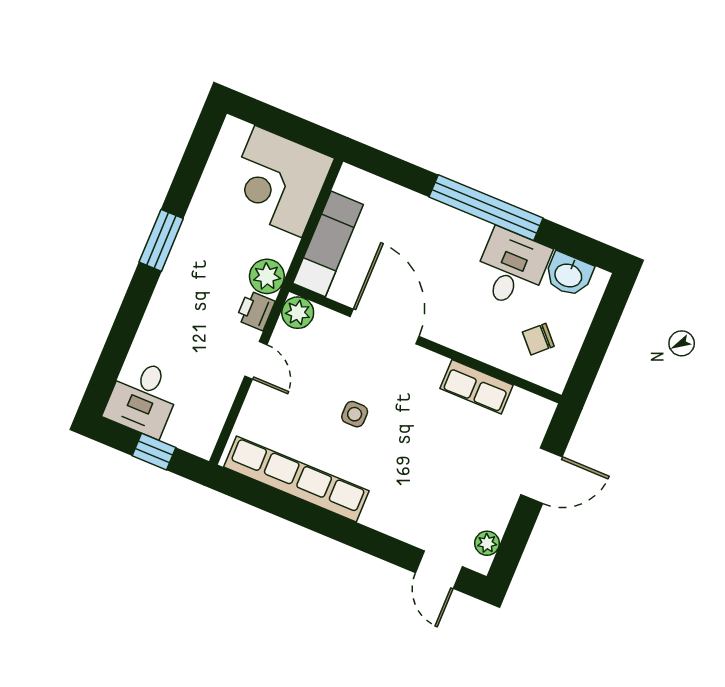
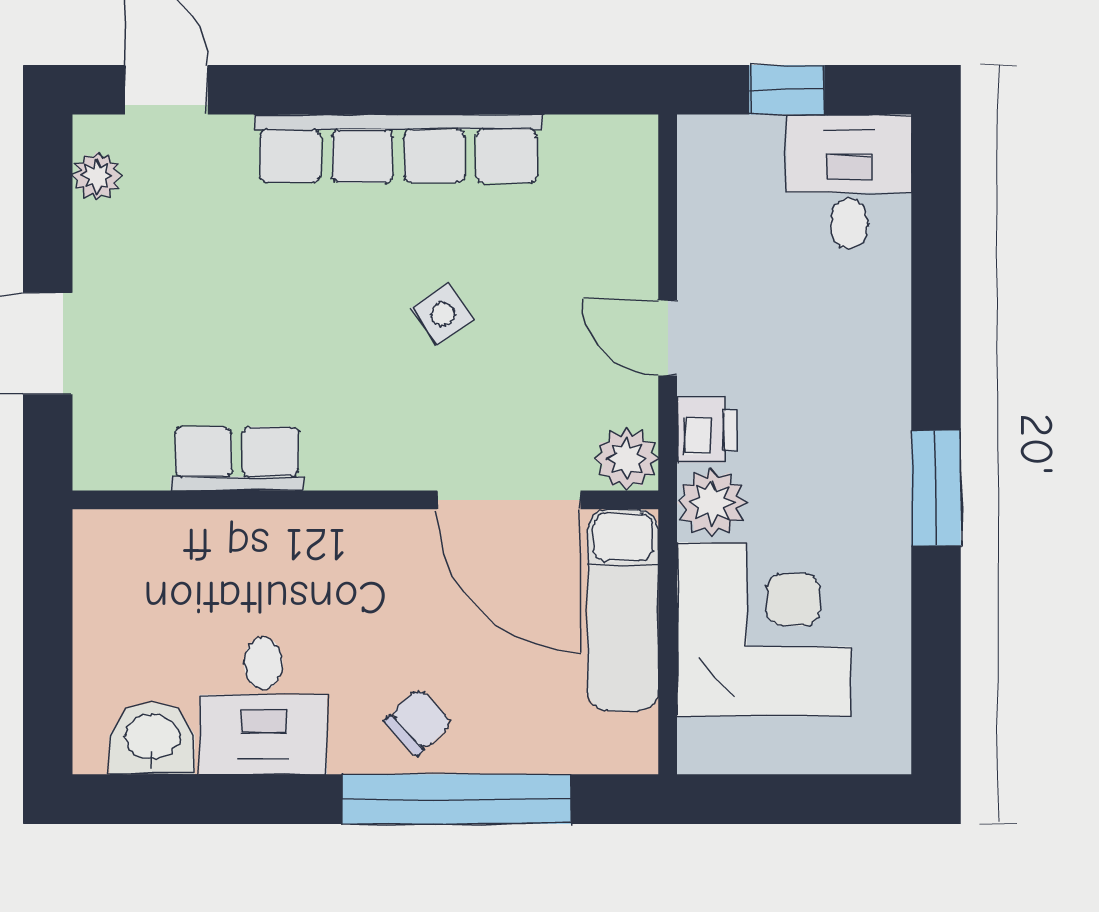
corner desk: (278, 182) -> (764, 629), moved
window: (486, 208) -> (456, 799), moved
door: (385, 327) -> (509, 500), moved
chair: (538, 339) -> (418, 722), moved
side table: (355, 414) -> (443, 314), turned -35
row of seats: (296, 479) -> (398, 149), moved

